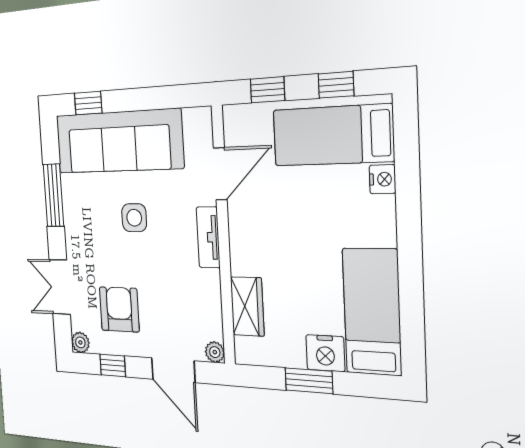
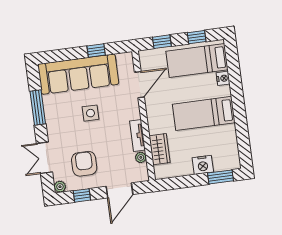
window: (88, 103) -> (96, 50), moved
tv unit: (208, 237) -> (137, 135), moved
bed: (372, 312) -> (204, 113), moved, turned -90
plant: (215, 352) -> (141, 157), moved
door: (173, 370) -> (120, 190), hinge flipped
window: (309, 381) -> (220, 177), moved

